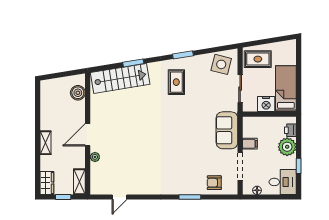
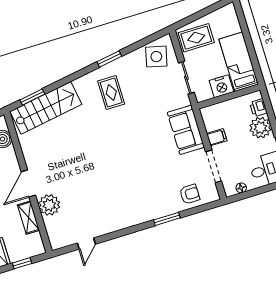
window: (133, 63) -> (32, 97), moved
plant: (95, 157) -> (49, 205), width x1.88, depth x1.88
shelving: (79, 182) -> (28, 218), moved
armchair: (214, 183) -> (190, 194), turned 180

